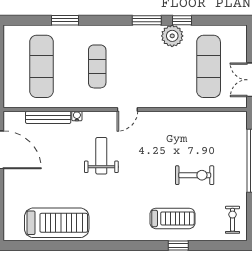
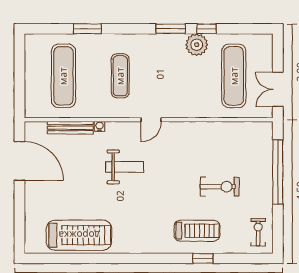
weight bench: (101, 156) -> (124, 167), turned 90

